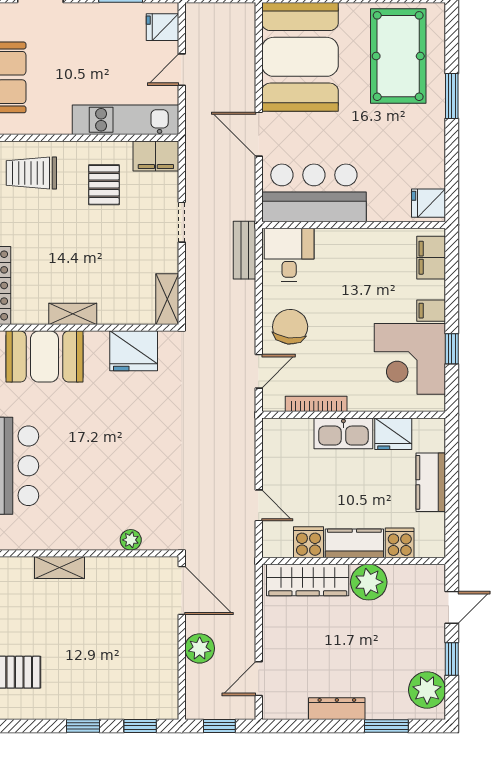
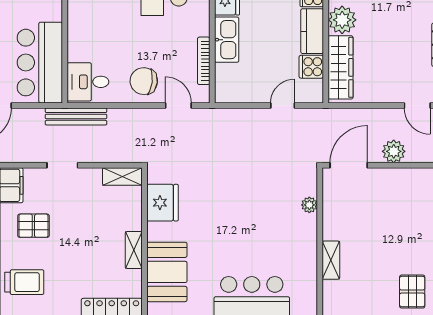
trolley: (31, 173) -> (24, 282), turned -90
bench: (245, 250) -> (76, 116), width x1.36

